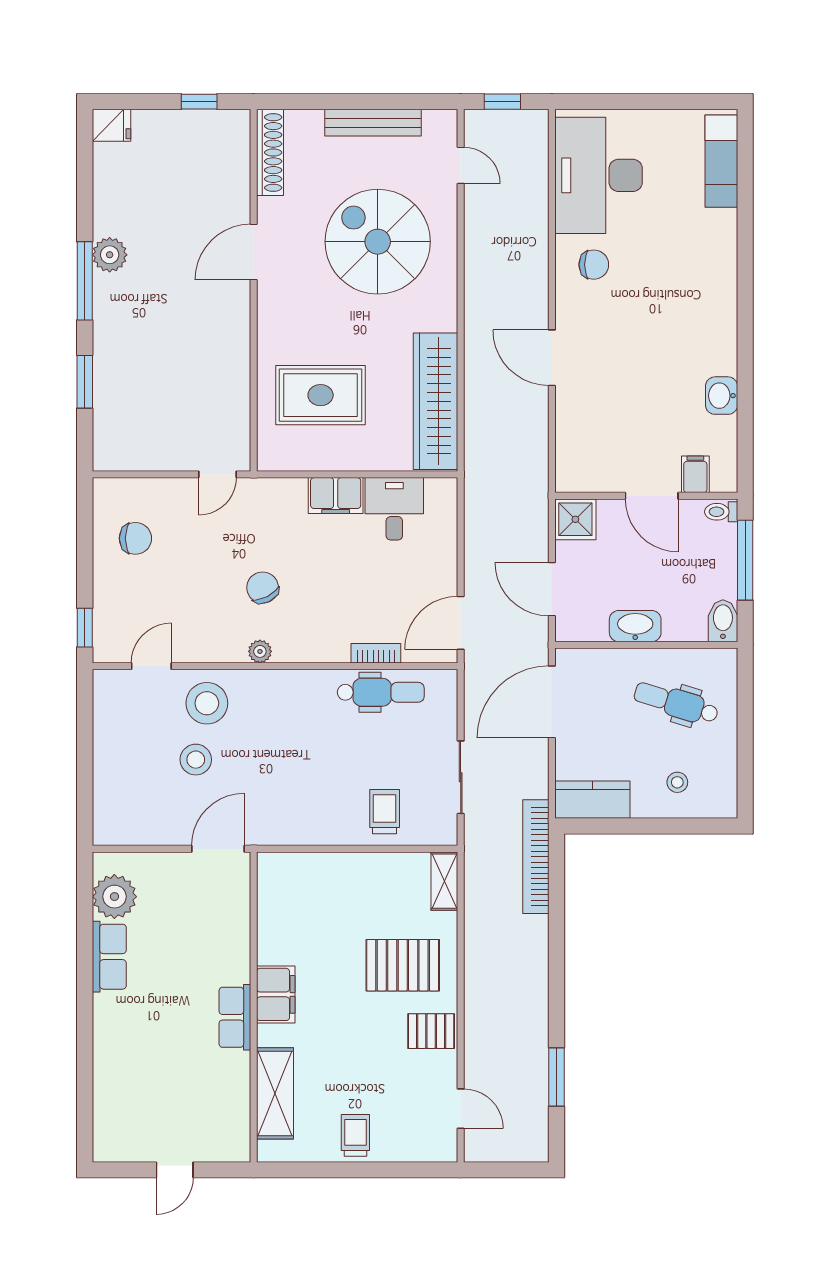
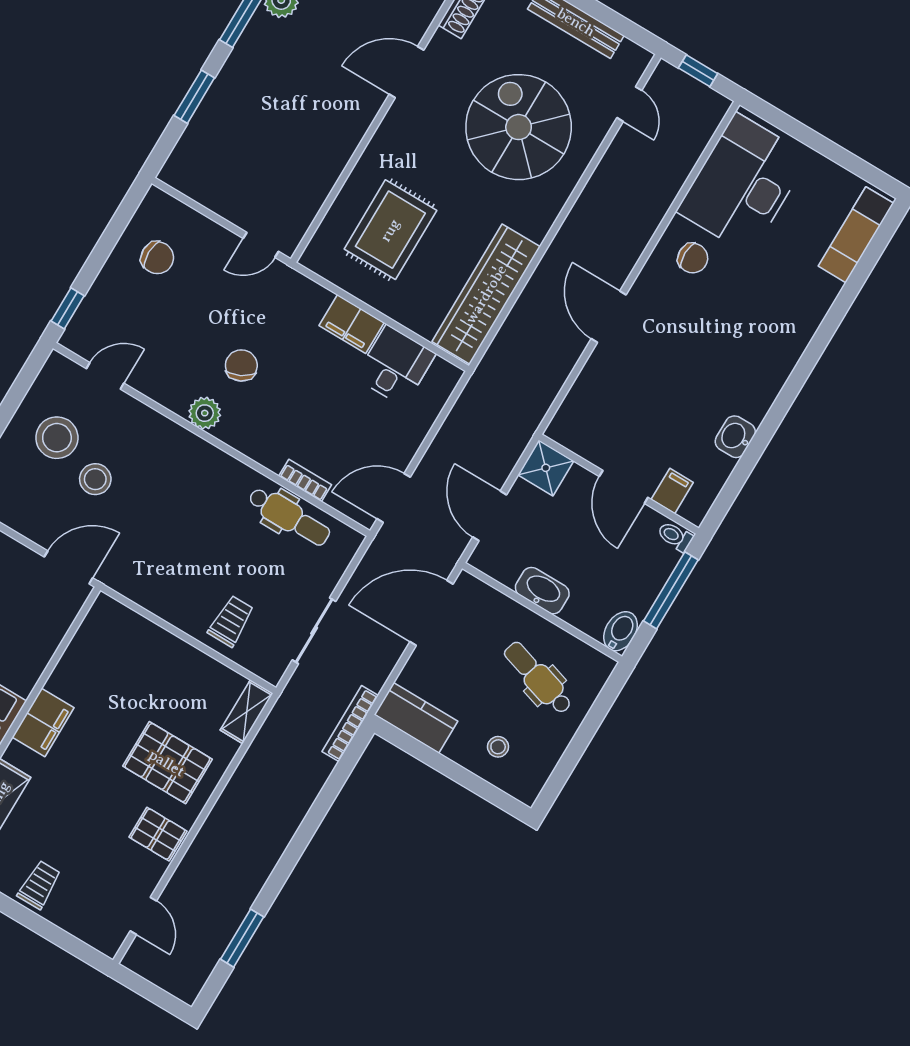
rug: (321, 395) -> (390, 230), turned 90
plant: (260, 651) -> (205, 413), width x1.38, depth x1.38
stool: (207, 703) -> (57, 438), moved
bookcase: (536, 857) -> (350, 724), width x0.68, depth x0.76

